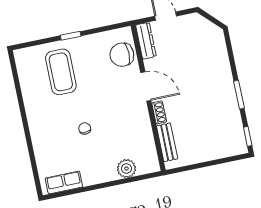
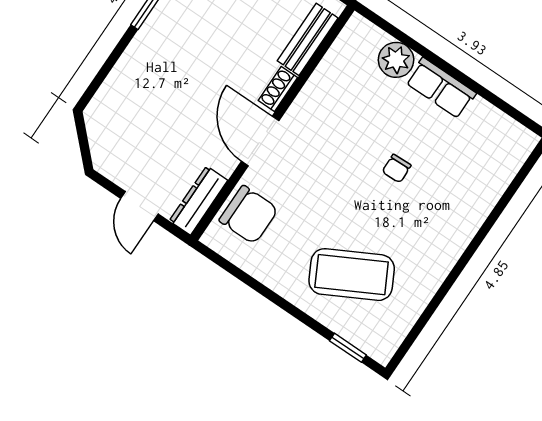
window: (71, 36) -> (348, 348), moved
coffee table: (61, 72) -> (352, 275), turned 62
row of seats: (64, 182) -> (441, 88), moved

